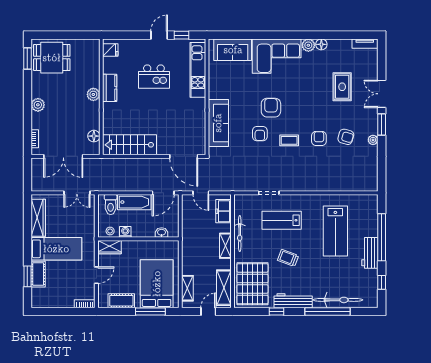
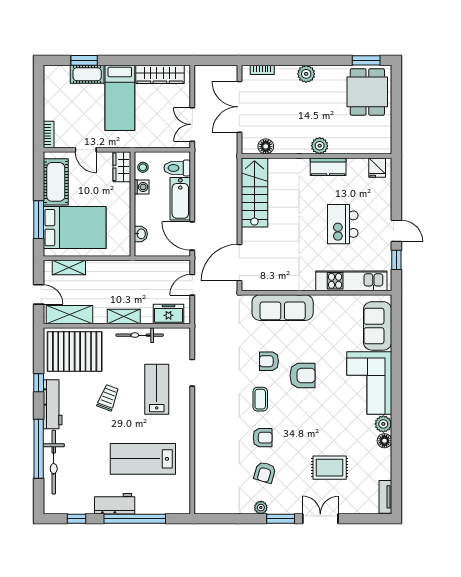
cot: (121, 301) -> (56, 182), width x1.37, depth x1.34

